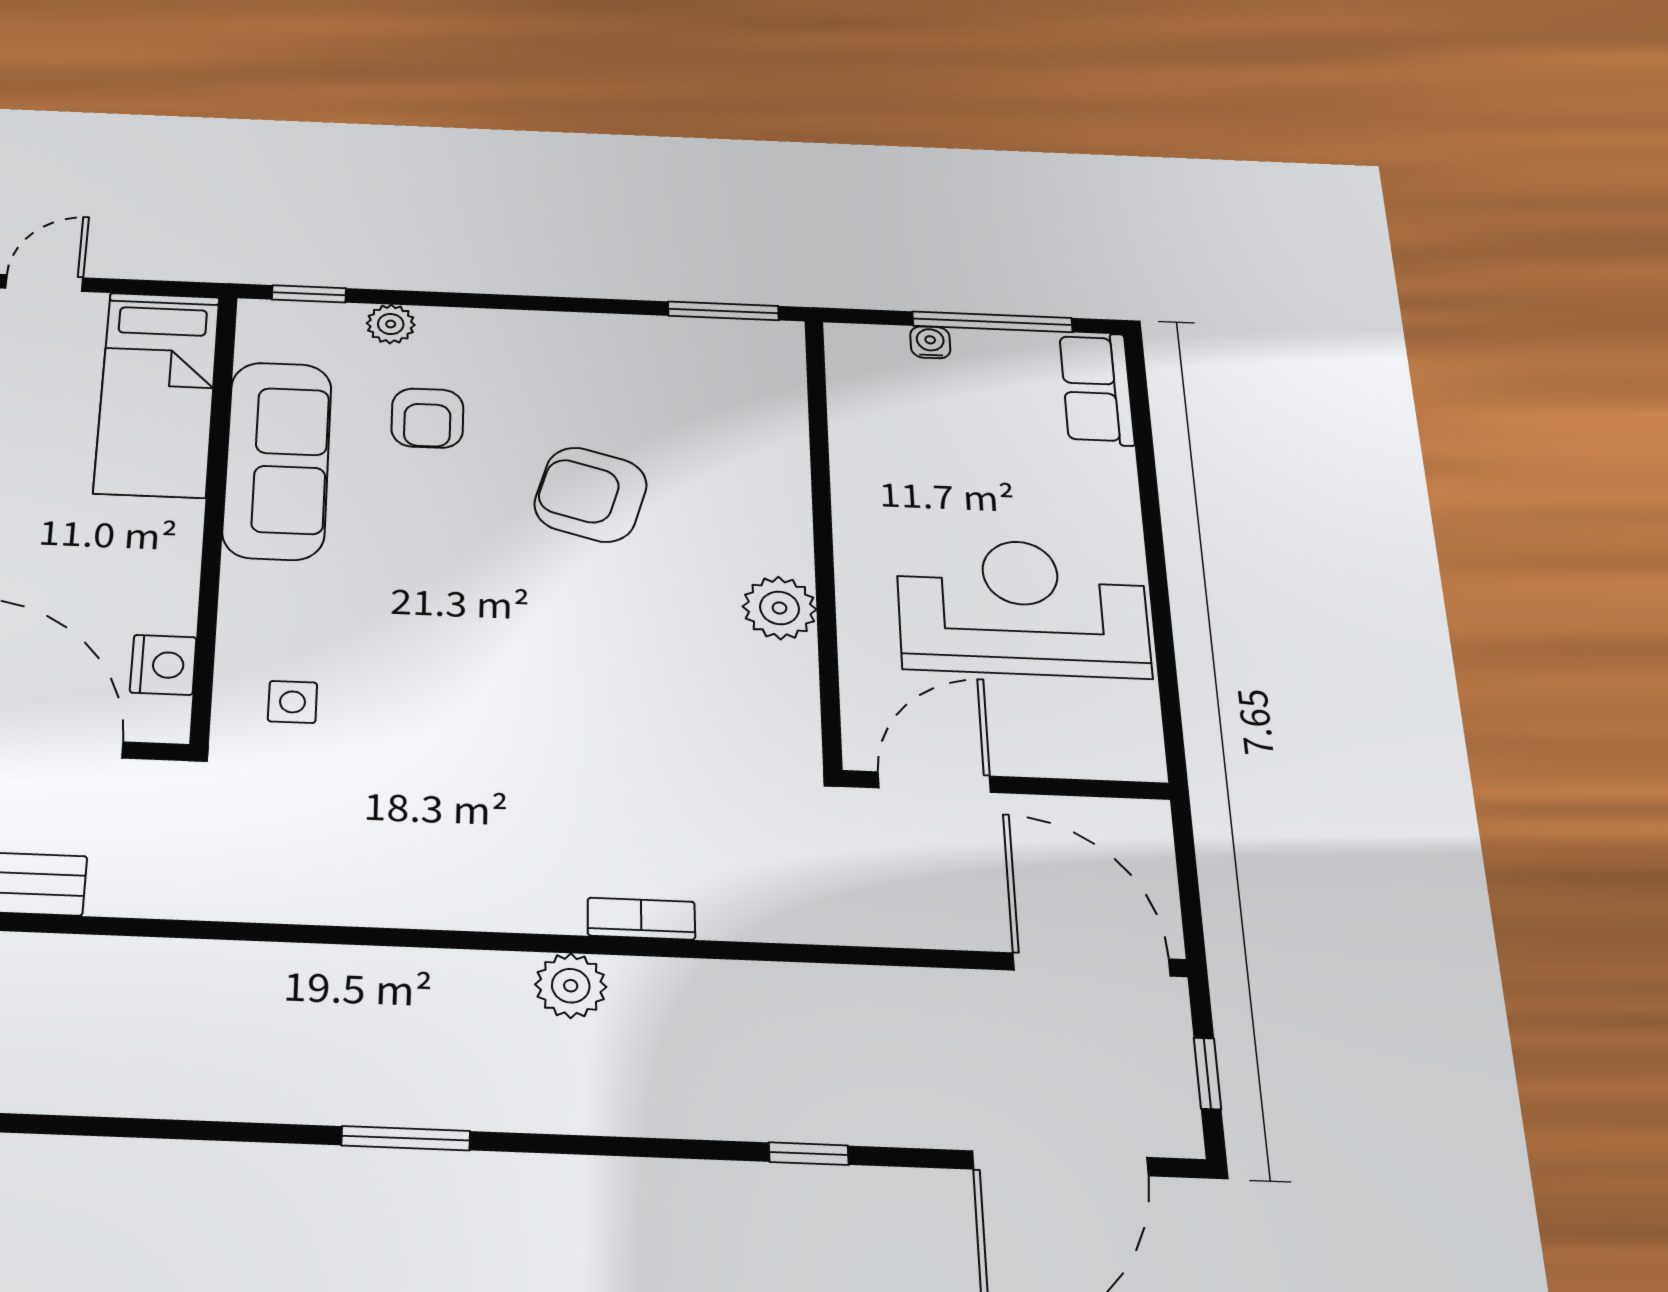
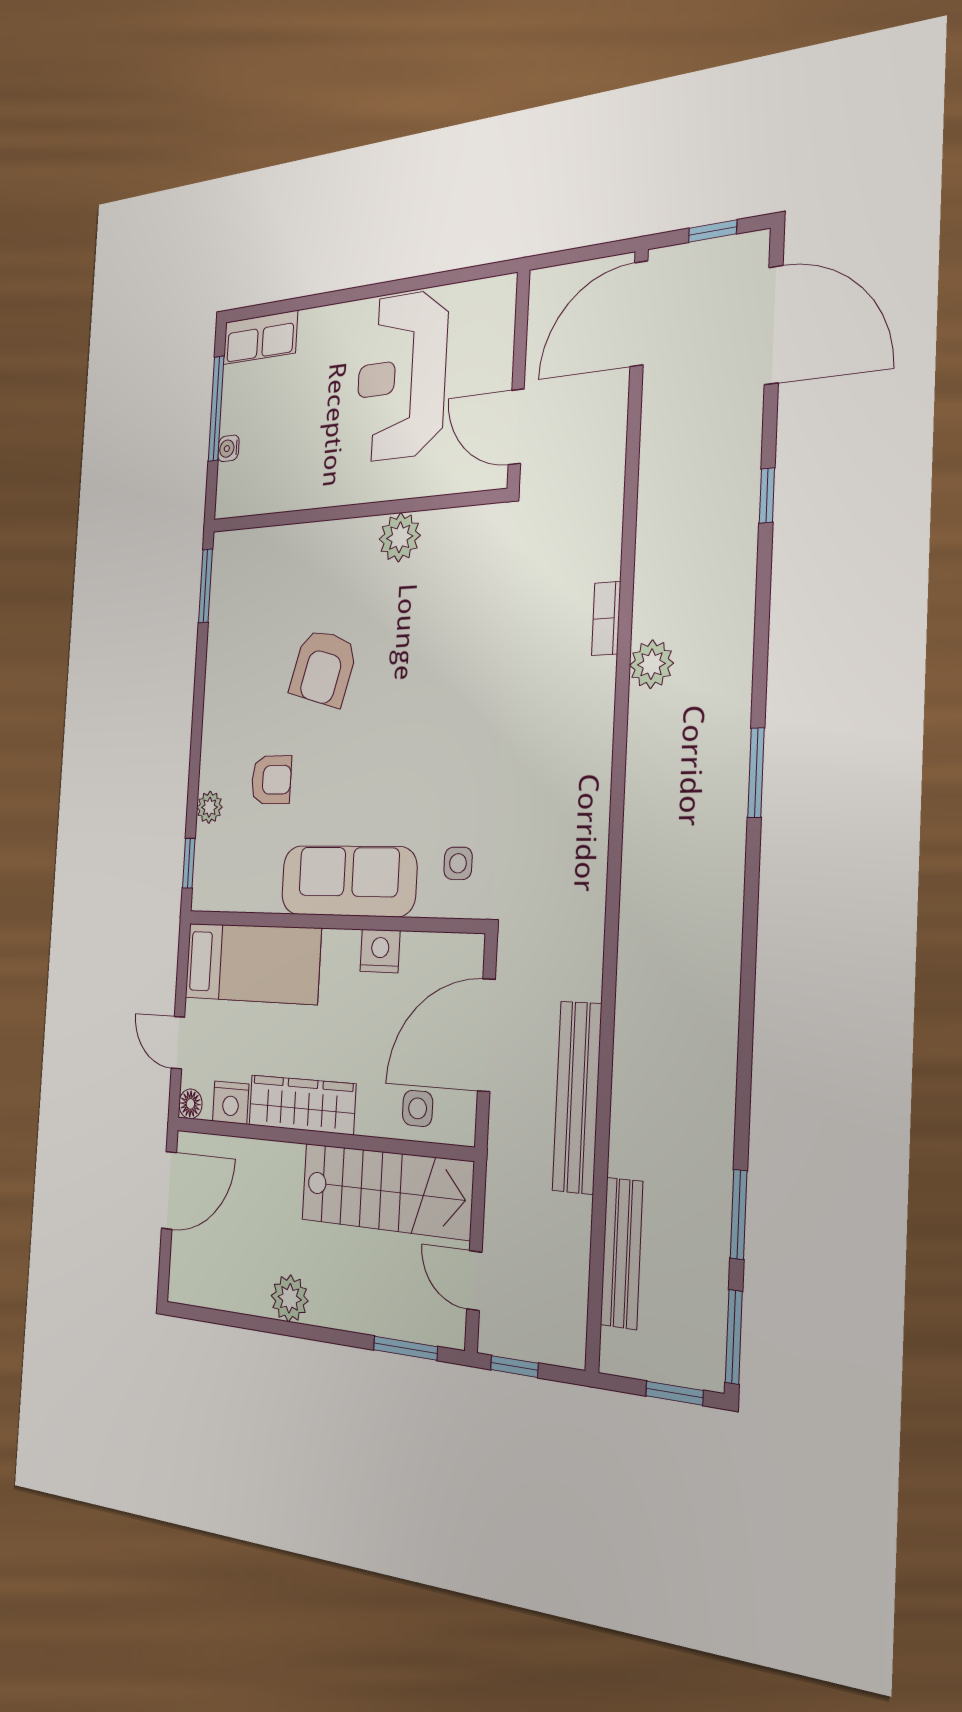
sofa: (277, 460) -> (348, 881), moved
nightstand: (163, 665) -> (380, 951), moved

